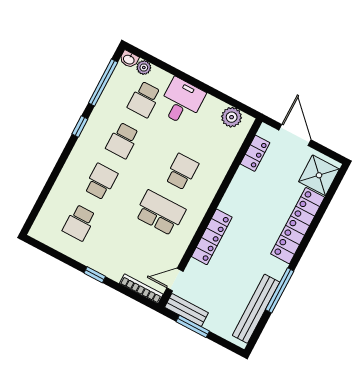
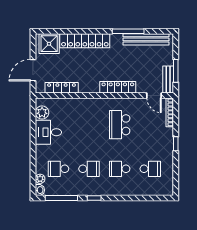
school desk: (144, 99) -> (58, 169), turned 180
desk: (181, 102) -> (48, 132), moved
locker: (255, 153) -> (62, 88), width x1.53
school desk: (182, 172) -> (89, 125), removed

